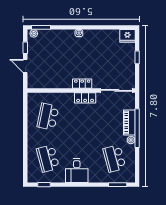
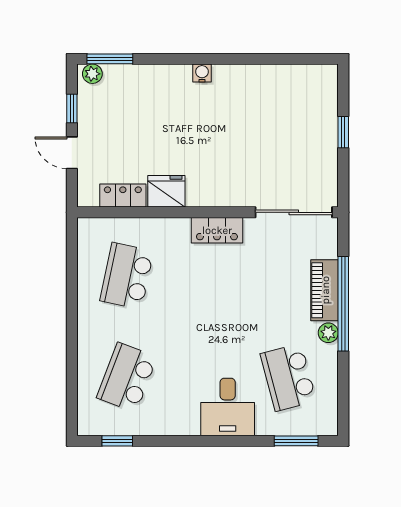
fridge: (127, 36) -> (166, 191), moved, turned 180
locker: (82, 84) -> (123, 196), moved
school desk: (48, 158) -> (127, 377), turned 36
desk: (77, 171) -> (228, 407), moved

